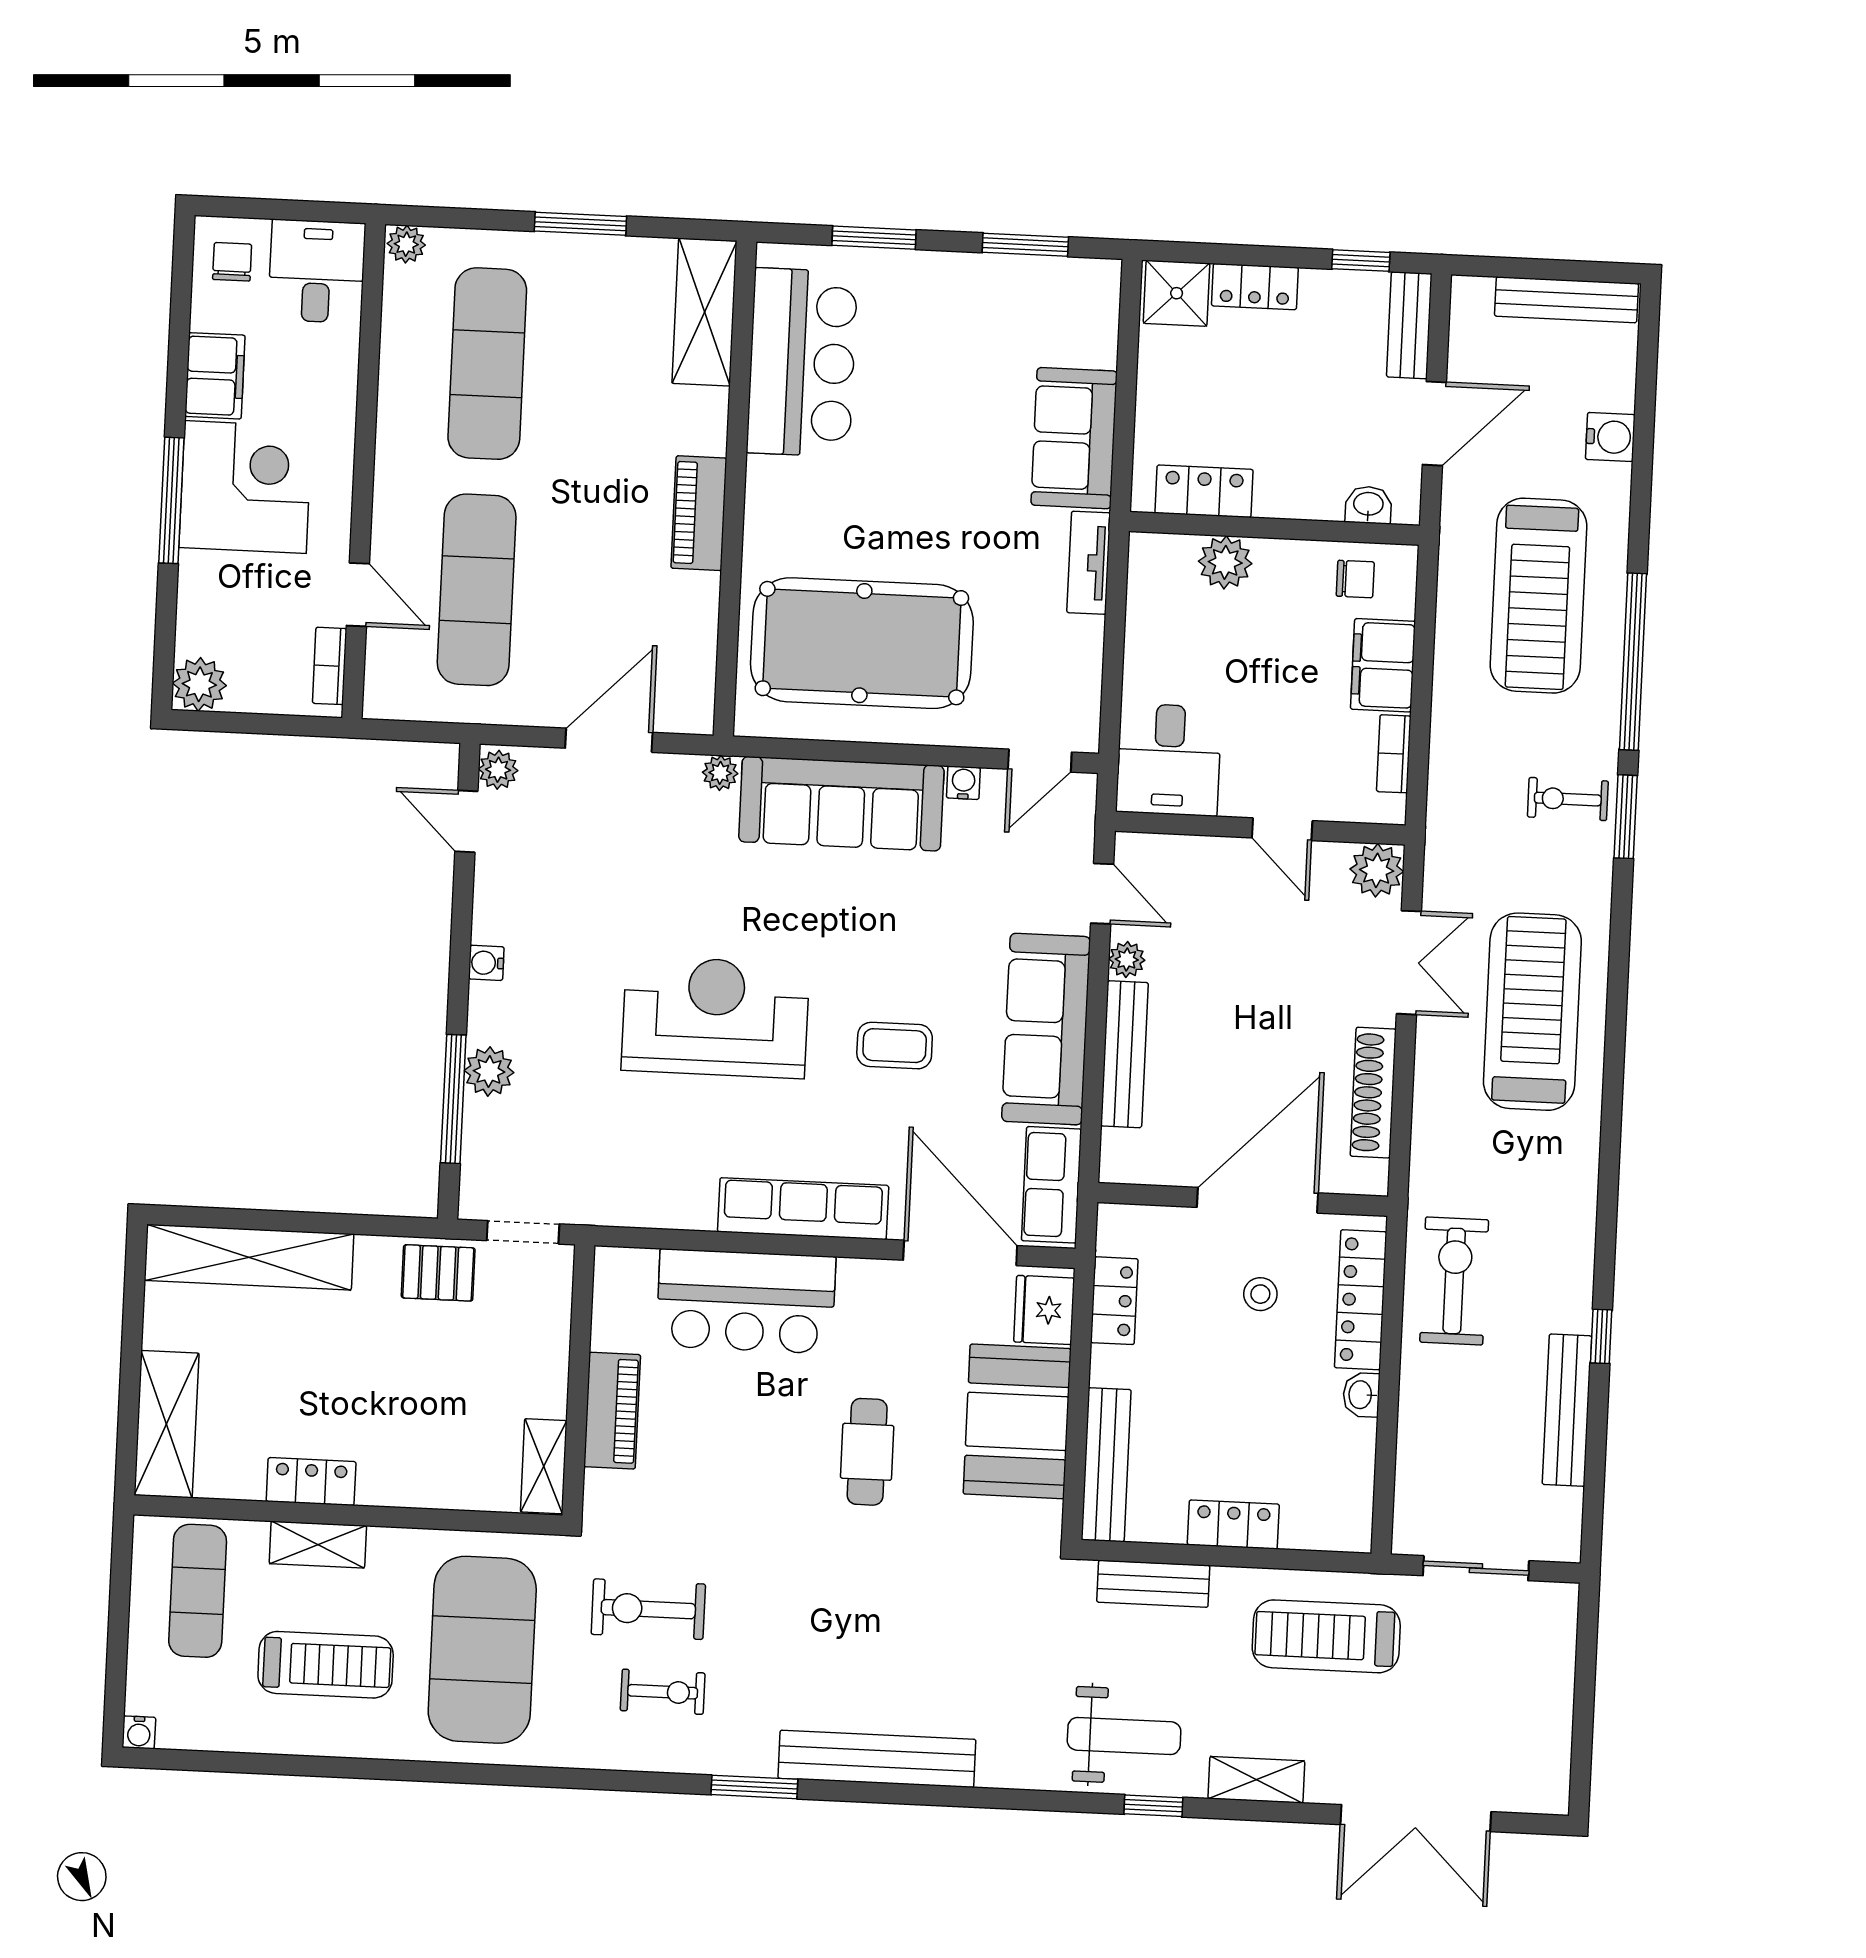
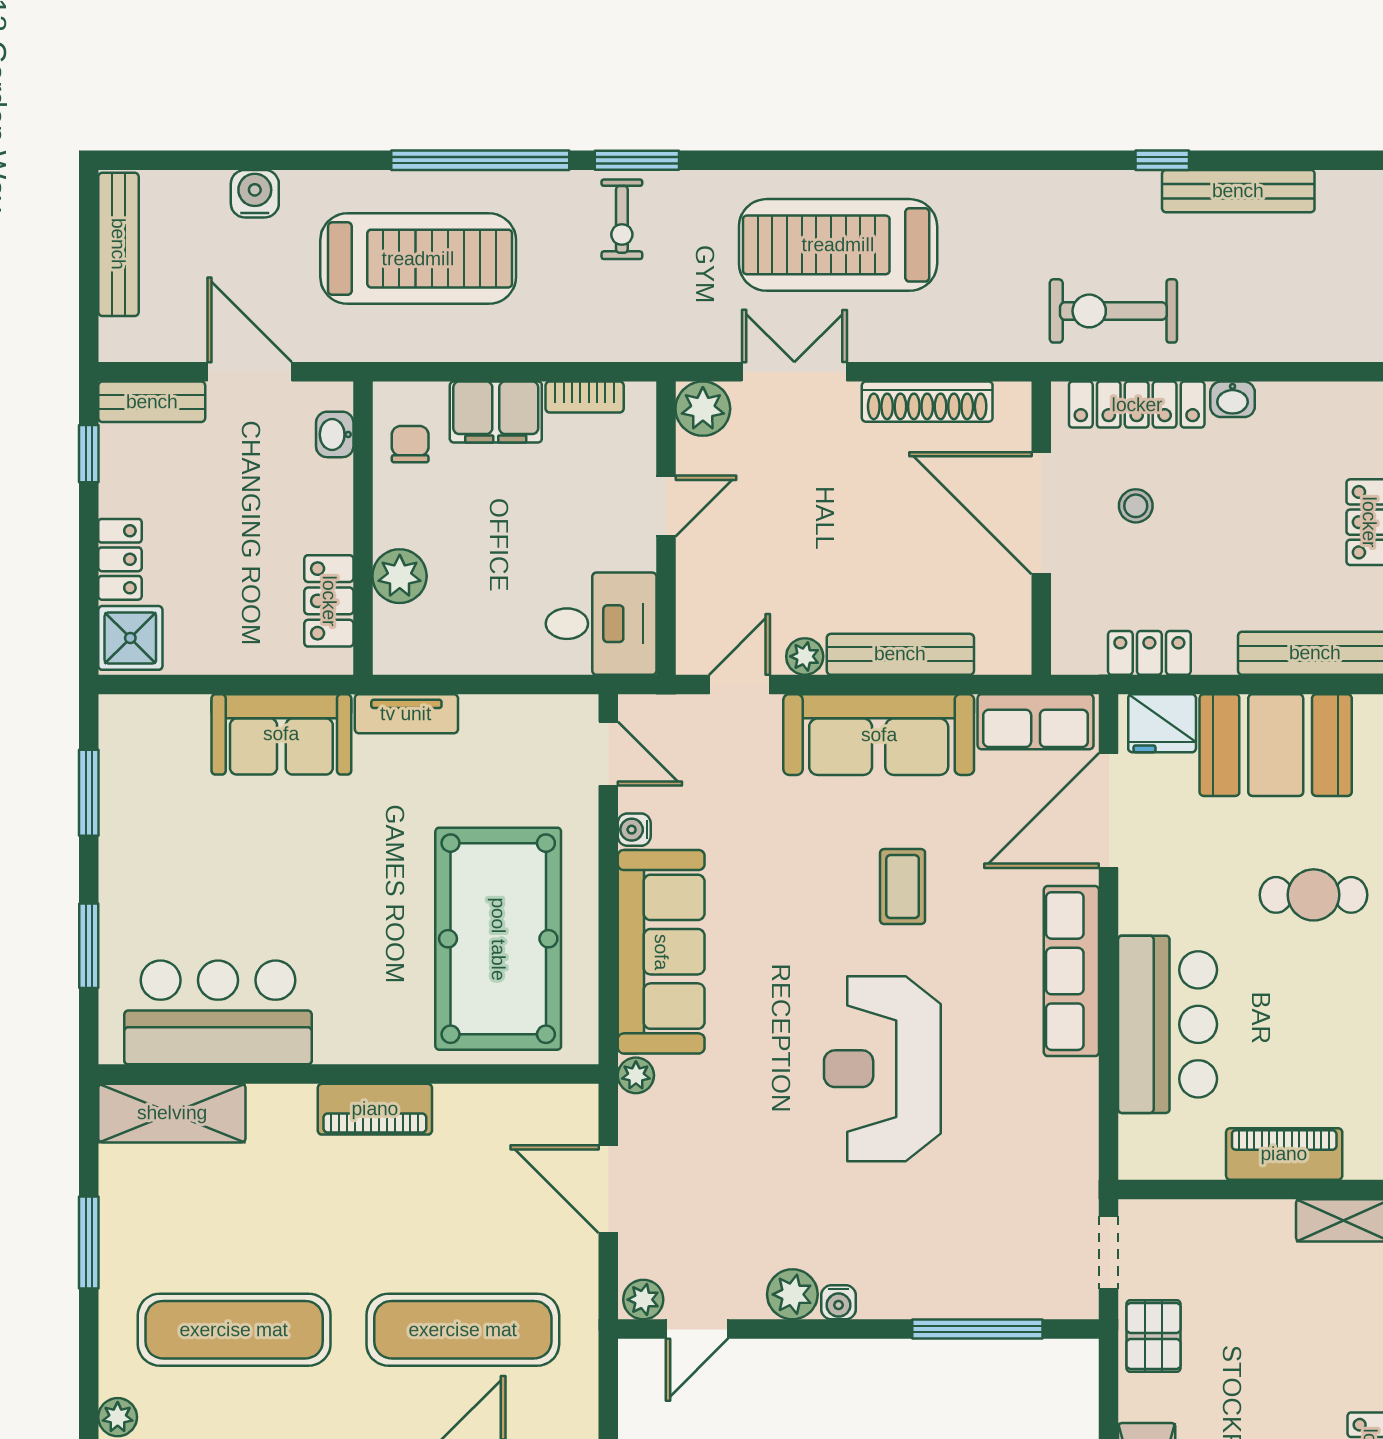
plant: (489, 1071) -> (792, 1294), moved

